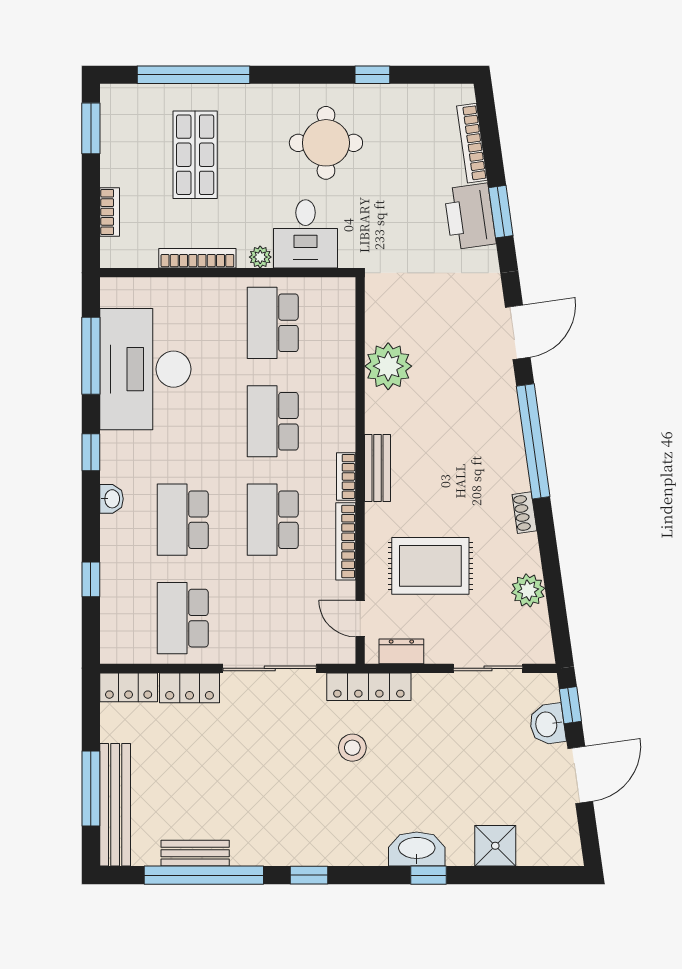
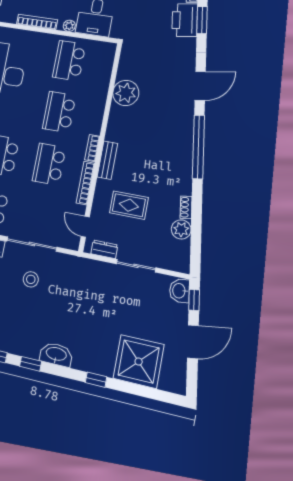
bench: (377, 468) -> (107, 160), moved
shoe rack: (524, 513) -> (186, 207), moved
rug: (430, 566) -> (129, 205), width x0.73, depth x0.70
sliding door: (488, 668) -> (136, 266), moved
locker: (369, 687) -> (83, 265), removed
washbasin: (547, 724) -> (179, 291), moved
stool: (352, 748) -> (31, 279), moved
shower: (495, 846) -> (139, 362), width x1.86, depth x1.86
washbasin: (417, 849) -> (56, 354), moved

